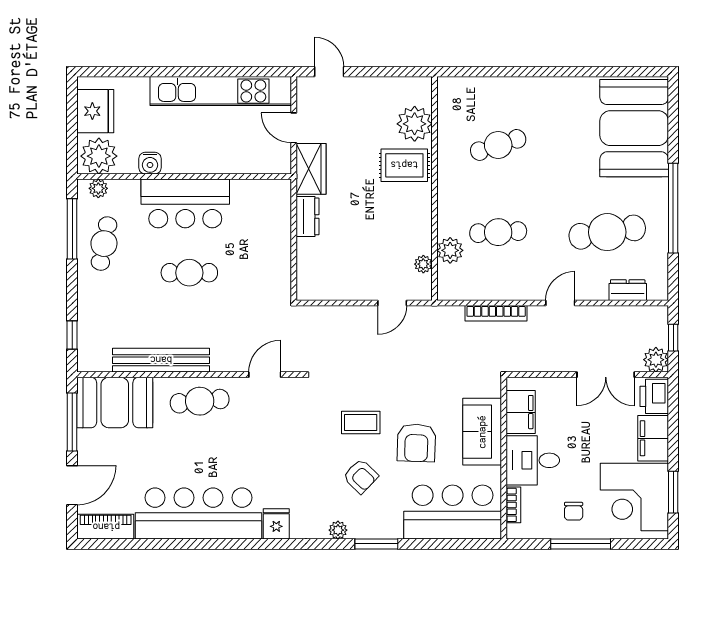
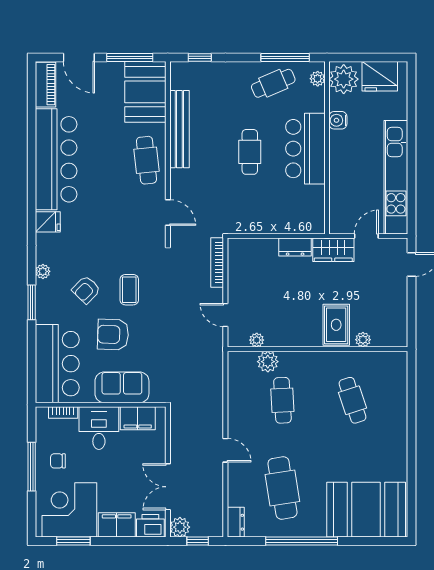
plant: (415, 124) -> (363, 340), width x0.53, depth x0.53
cafe table: (104, 244) -> (273, 83), turned -34
dresser: (628, 290) -> (236, 522), moved
bookcase: (496, 313) -> (217, 262), moved

